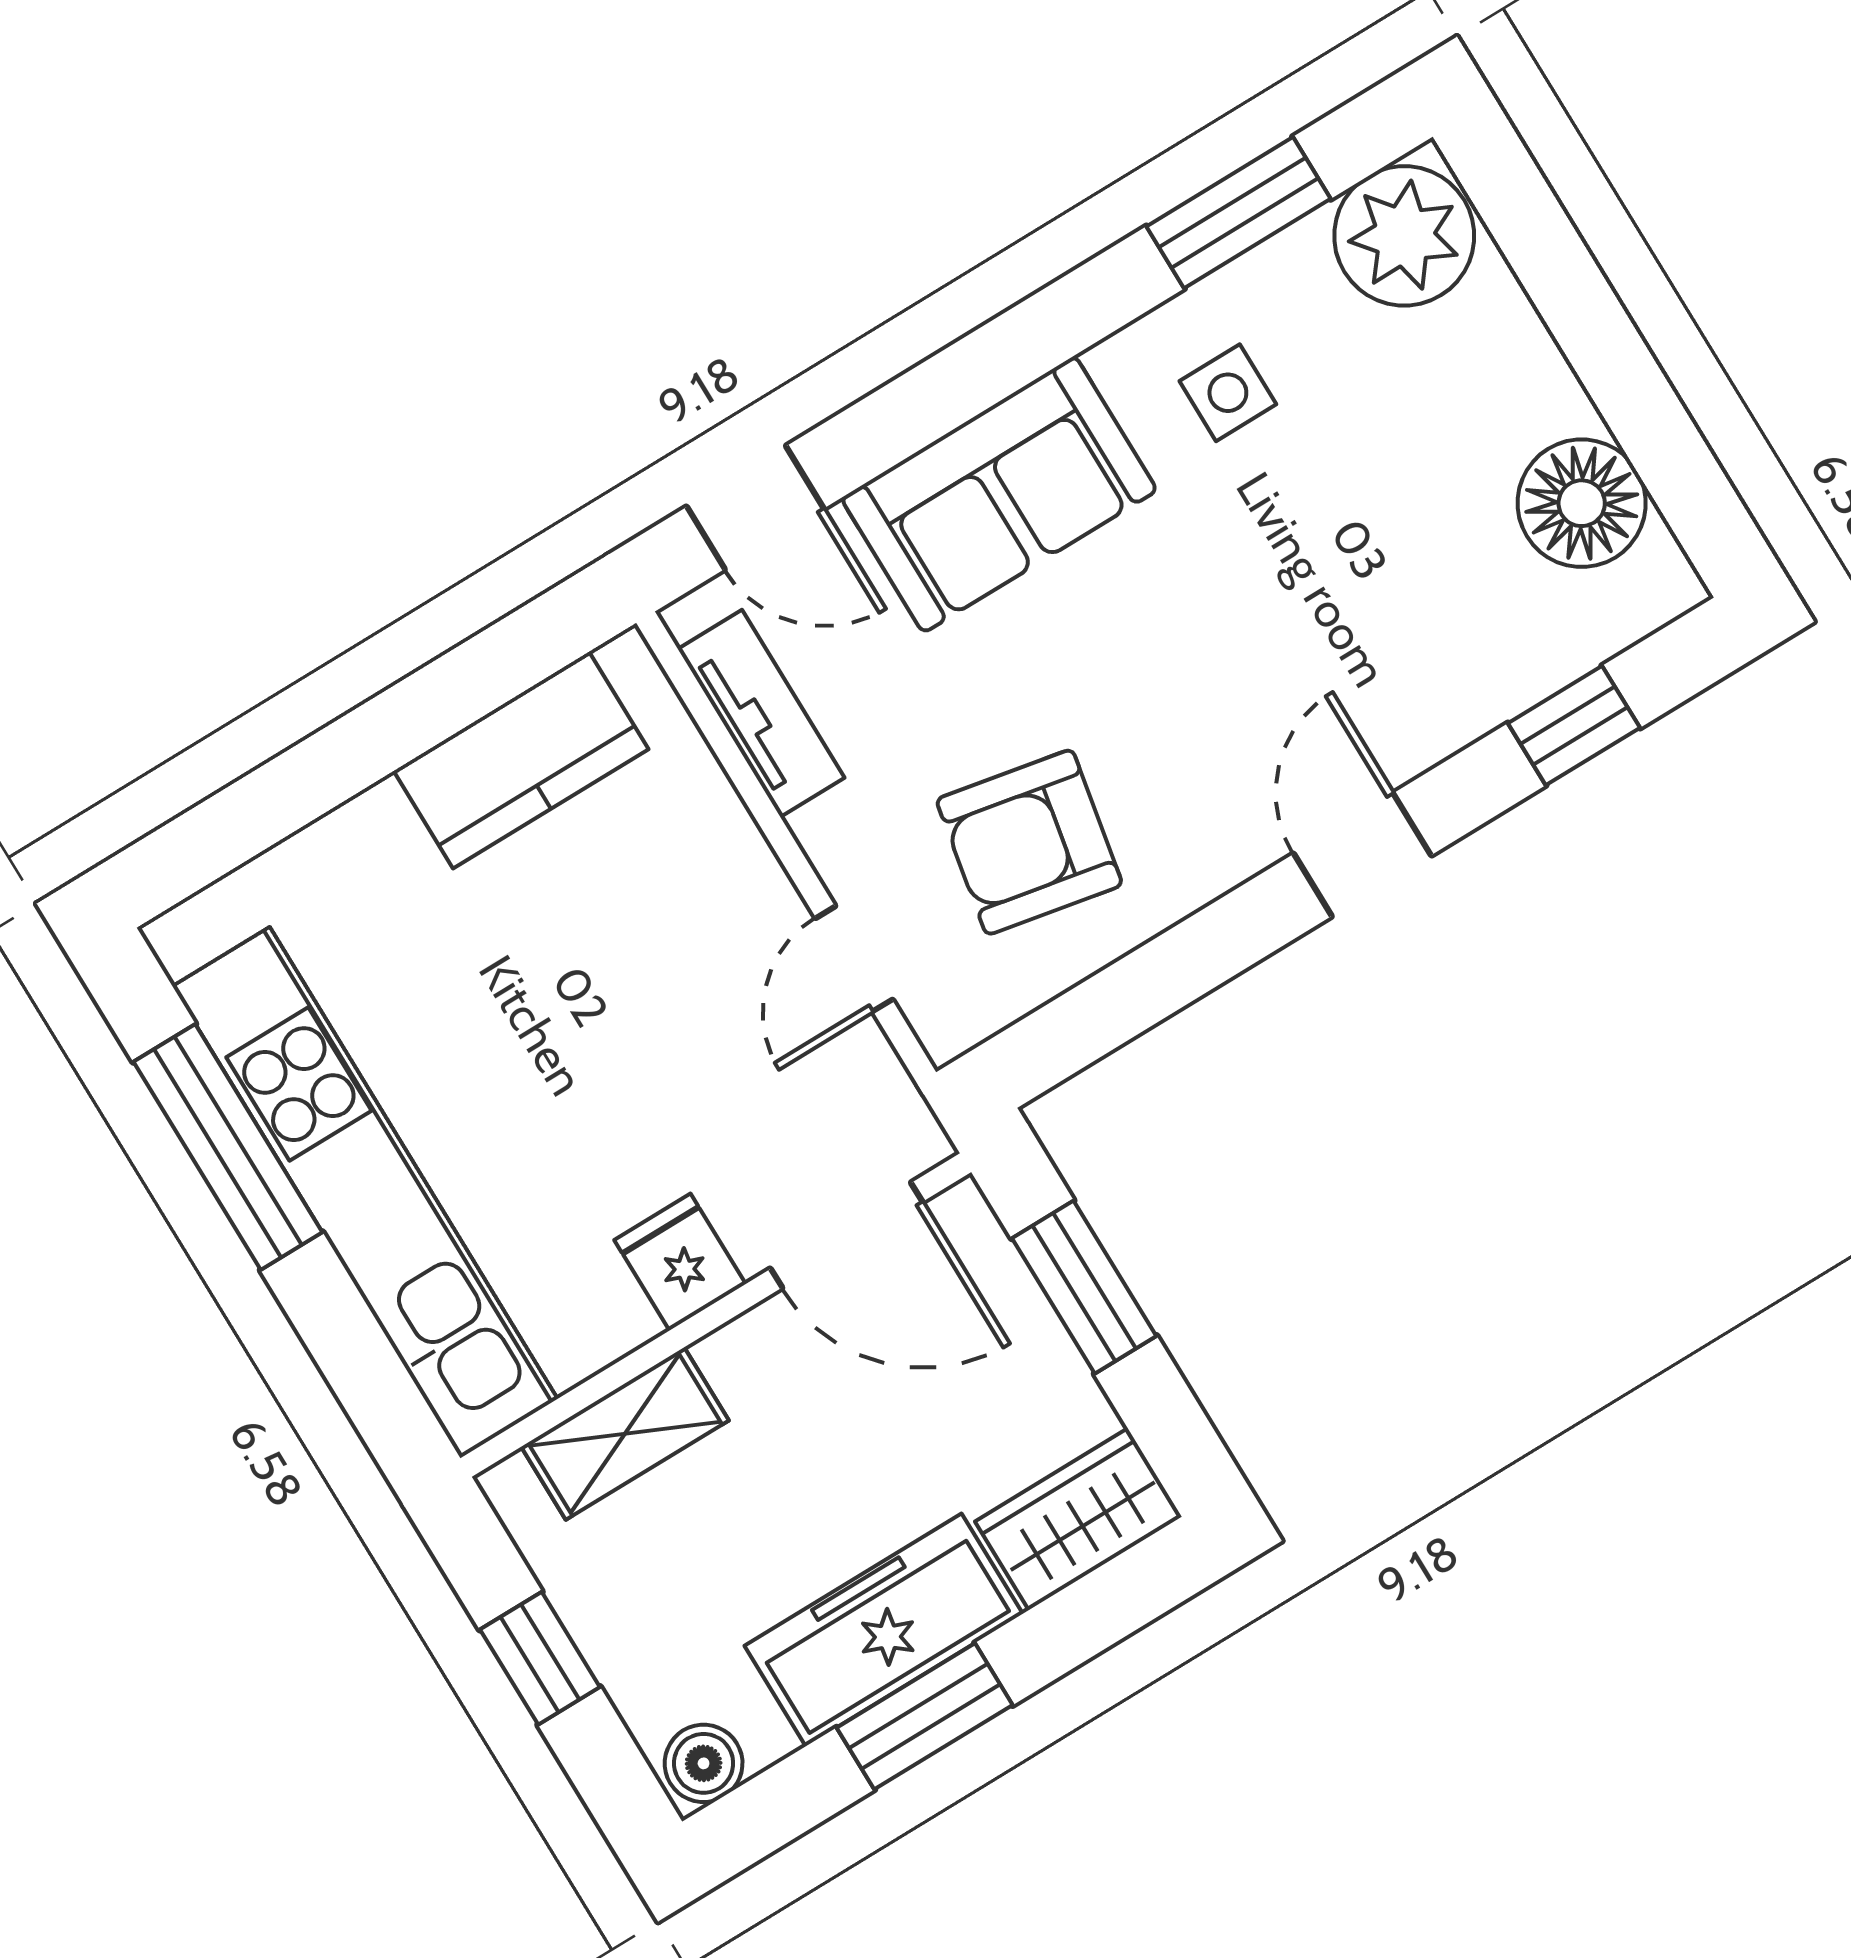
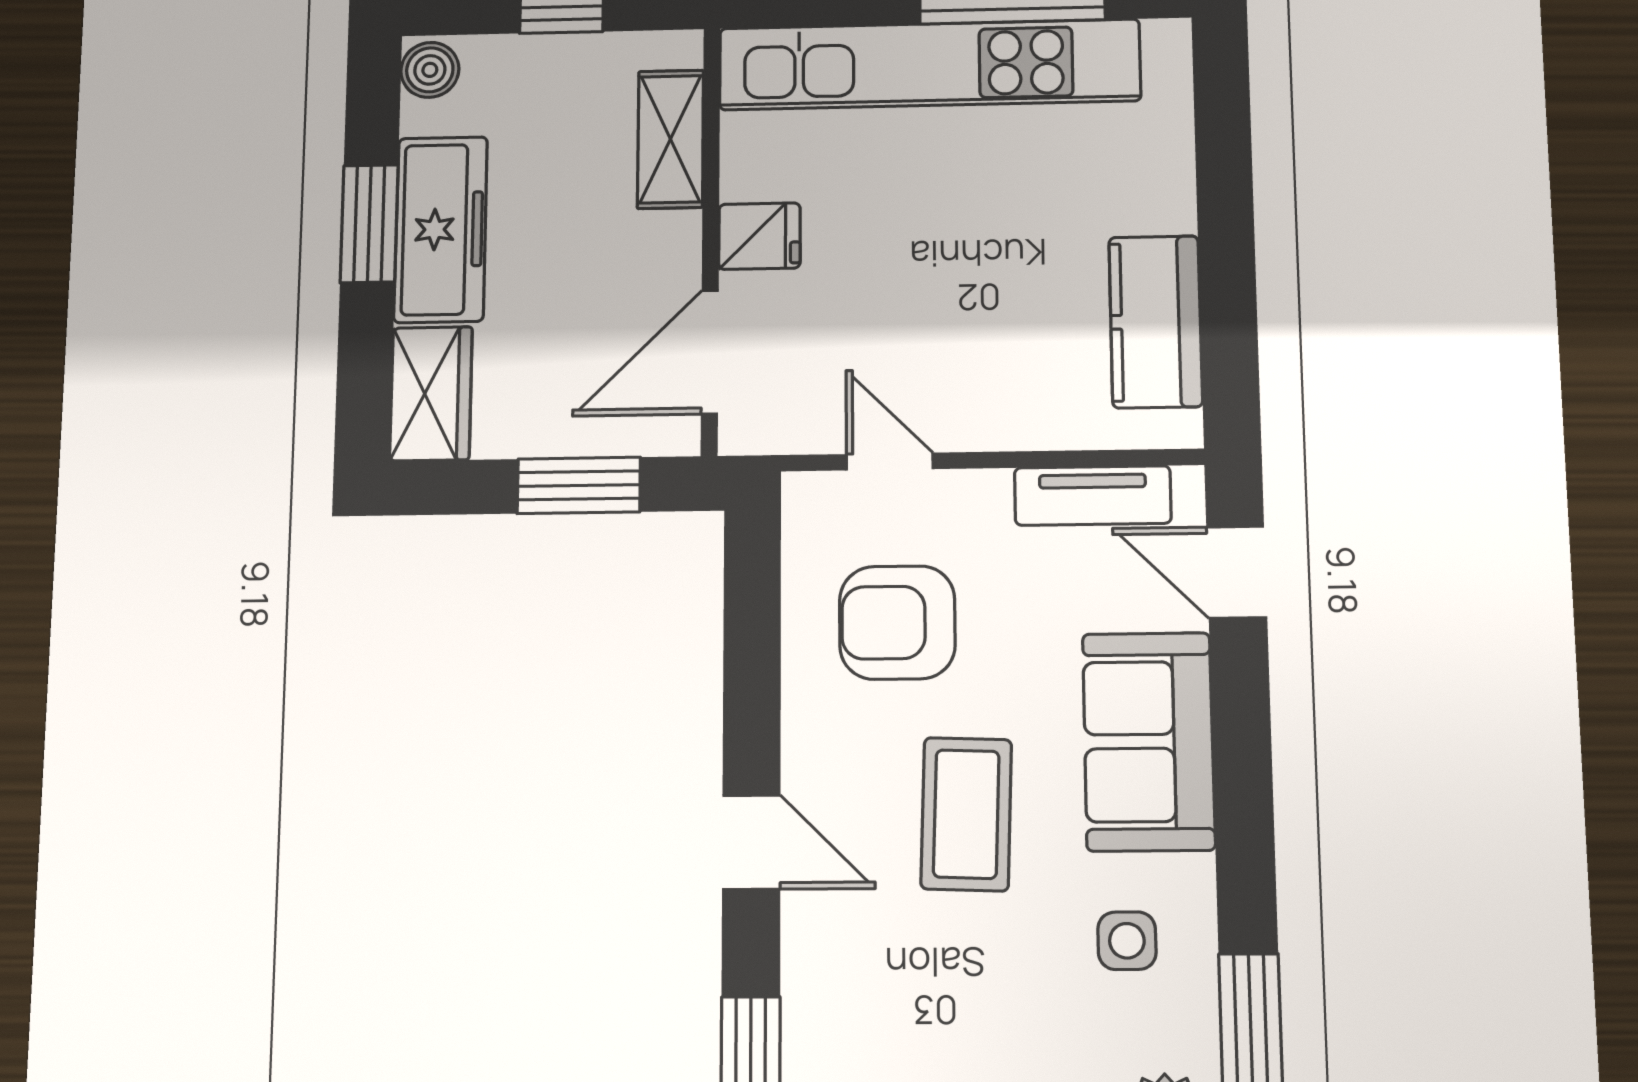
door: (755, 508) -> (1237, 572), hinge flipped
coffee table: (1194, 643) -> (966, 814), added
armchair: (1029, 842) -> (897, 623), turned -101

